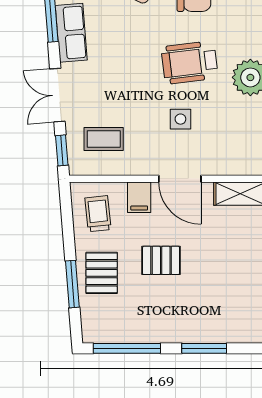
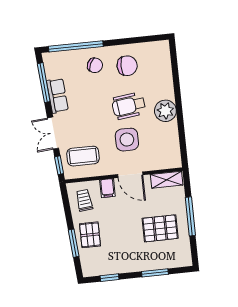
side table: (180, 119) -> (127, 140), width x1.87, depth x1.87
coffee table: (104, 139) -> (83, 156), width x1.36, depth x1.30
pallet: (161, 260) -> (160, 228), moved, width x1.50, depth x1.42
window: (127, 348) -> (110, 278), width x0.46

